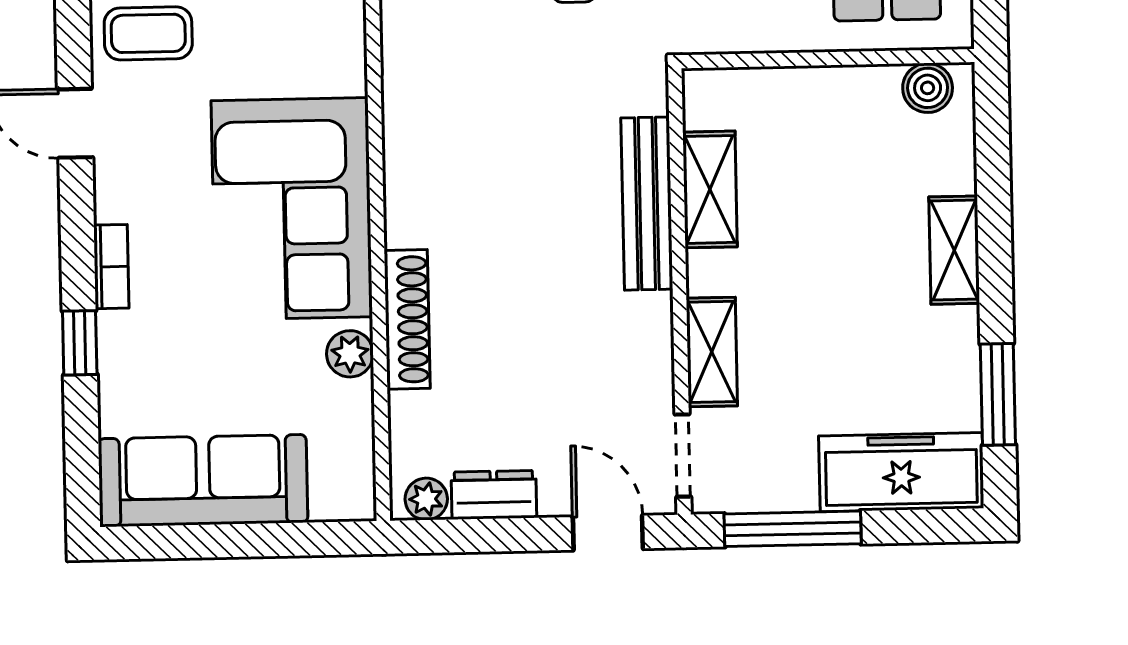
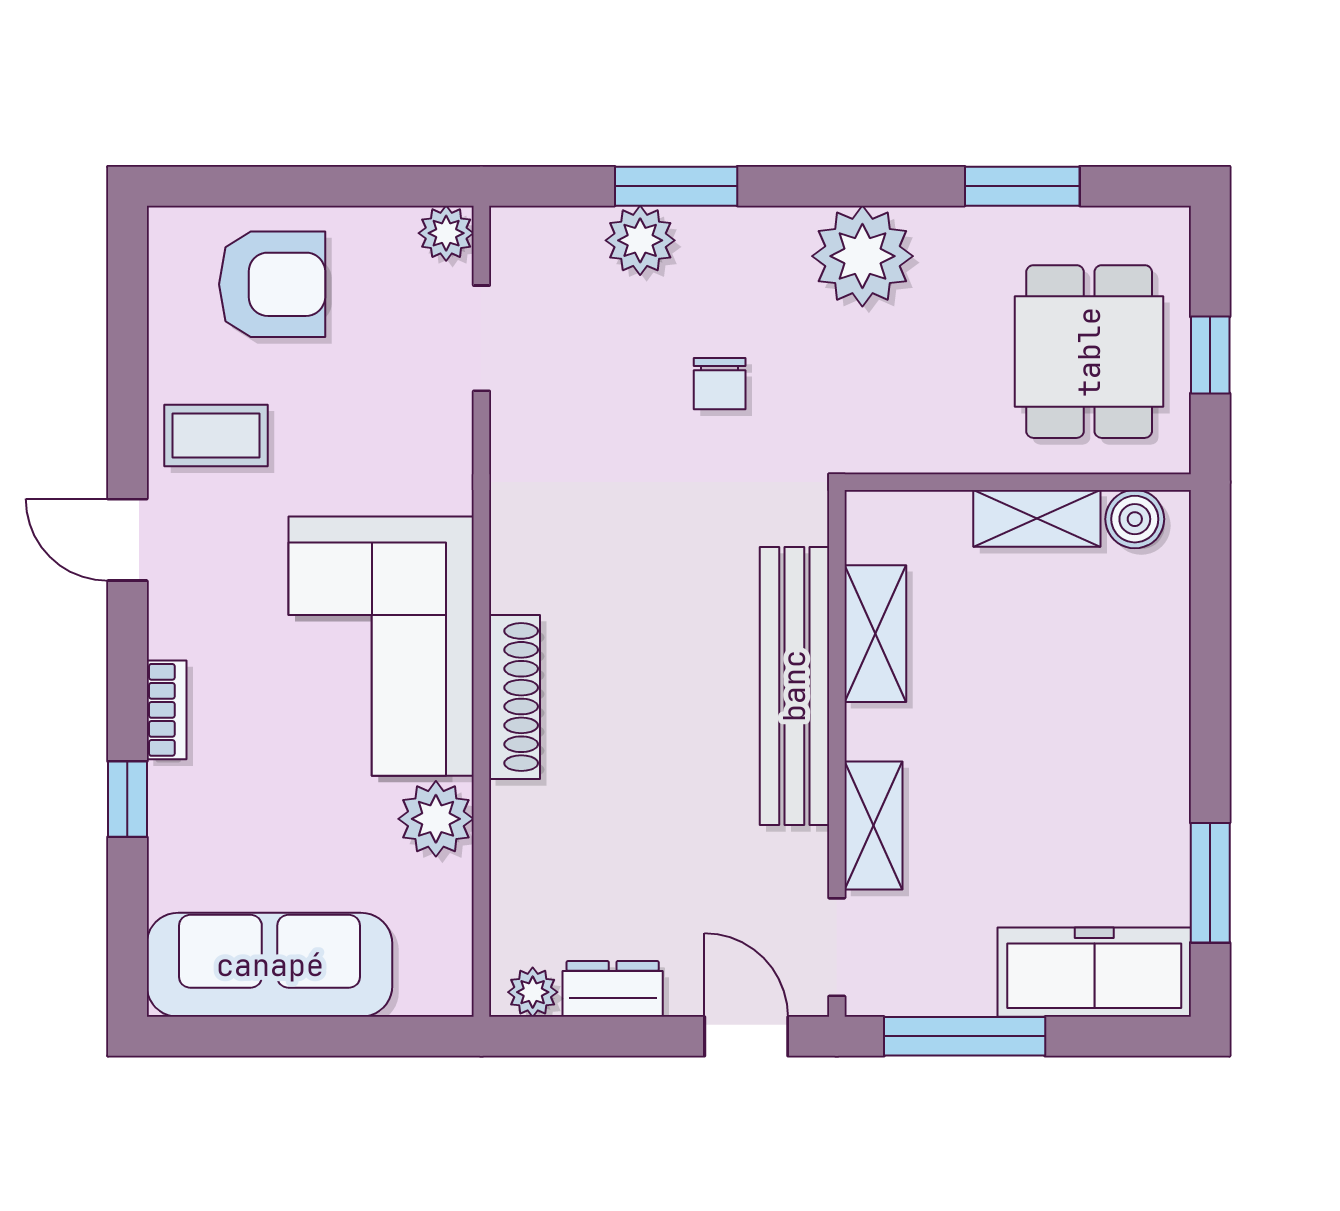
bench: (647, 204) -> (794, 686), width x1.37, depth x1.21
shelving: (954, 250) -> (1037, 518), moved, turned 90
shoe rack: (407, 319) -> (515, 697), moved
plant: (350, 354) -> (436, 819), width x1.38, depth x1.38

